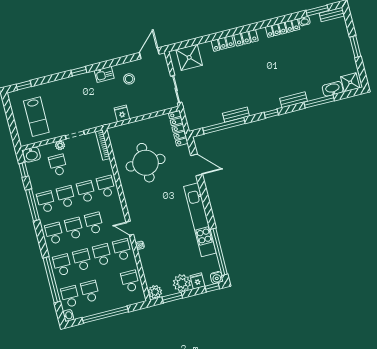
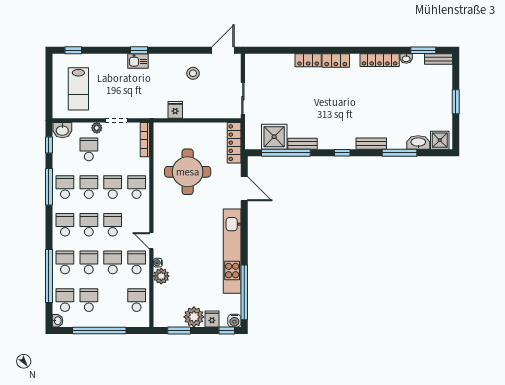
shower: (189, 57) -> (274, 137), moved
kitchen sink: (104, 74) -> (138, 61), moved
plant: (155, 292) -> (161, 276), moved

